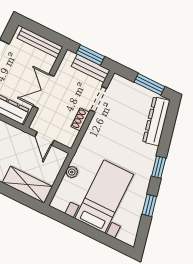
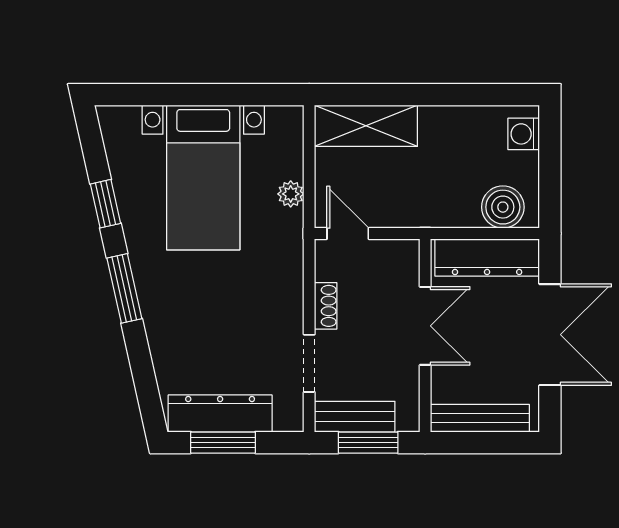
dresser: (156, 121) -> (220, 414), moved, turned -77
door: (44, 138) -> (348, 233), moved
window: (159, 167) -> (124, 288), width x1.50

